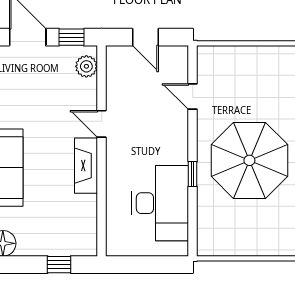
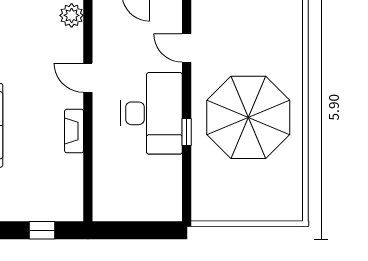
fireplace: (86, 166) -> (74, 131), width x0.73, depth x0.76
desk: (160, 203) -> (151, 113), moved

